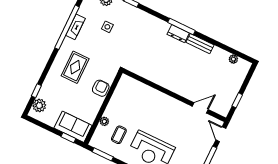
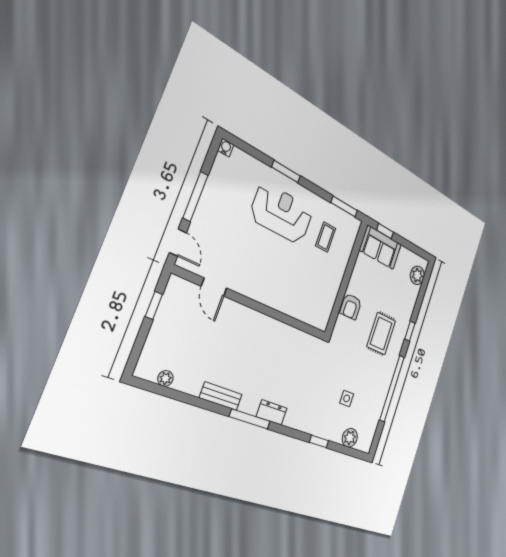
fireplace: (76, 27) -> (383, 391), removed
dresser: (178, 34) -> (272, 412), moved
window: (36, 91) -> (410, 331), moved
door: (200, 108) -> (214, 287), hinge flipped
plant: (104, 121) -> (345, 257), removed

